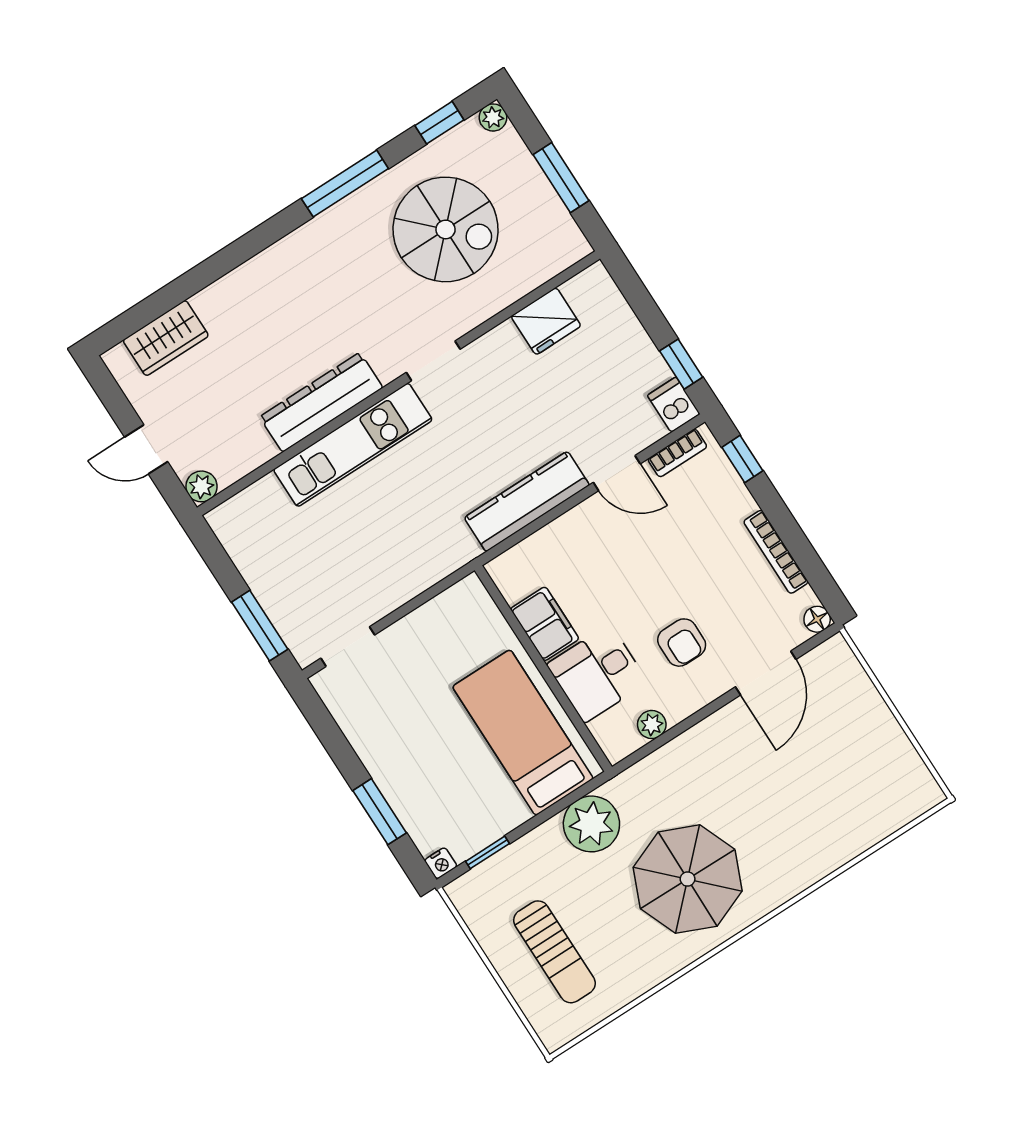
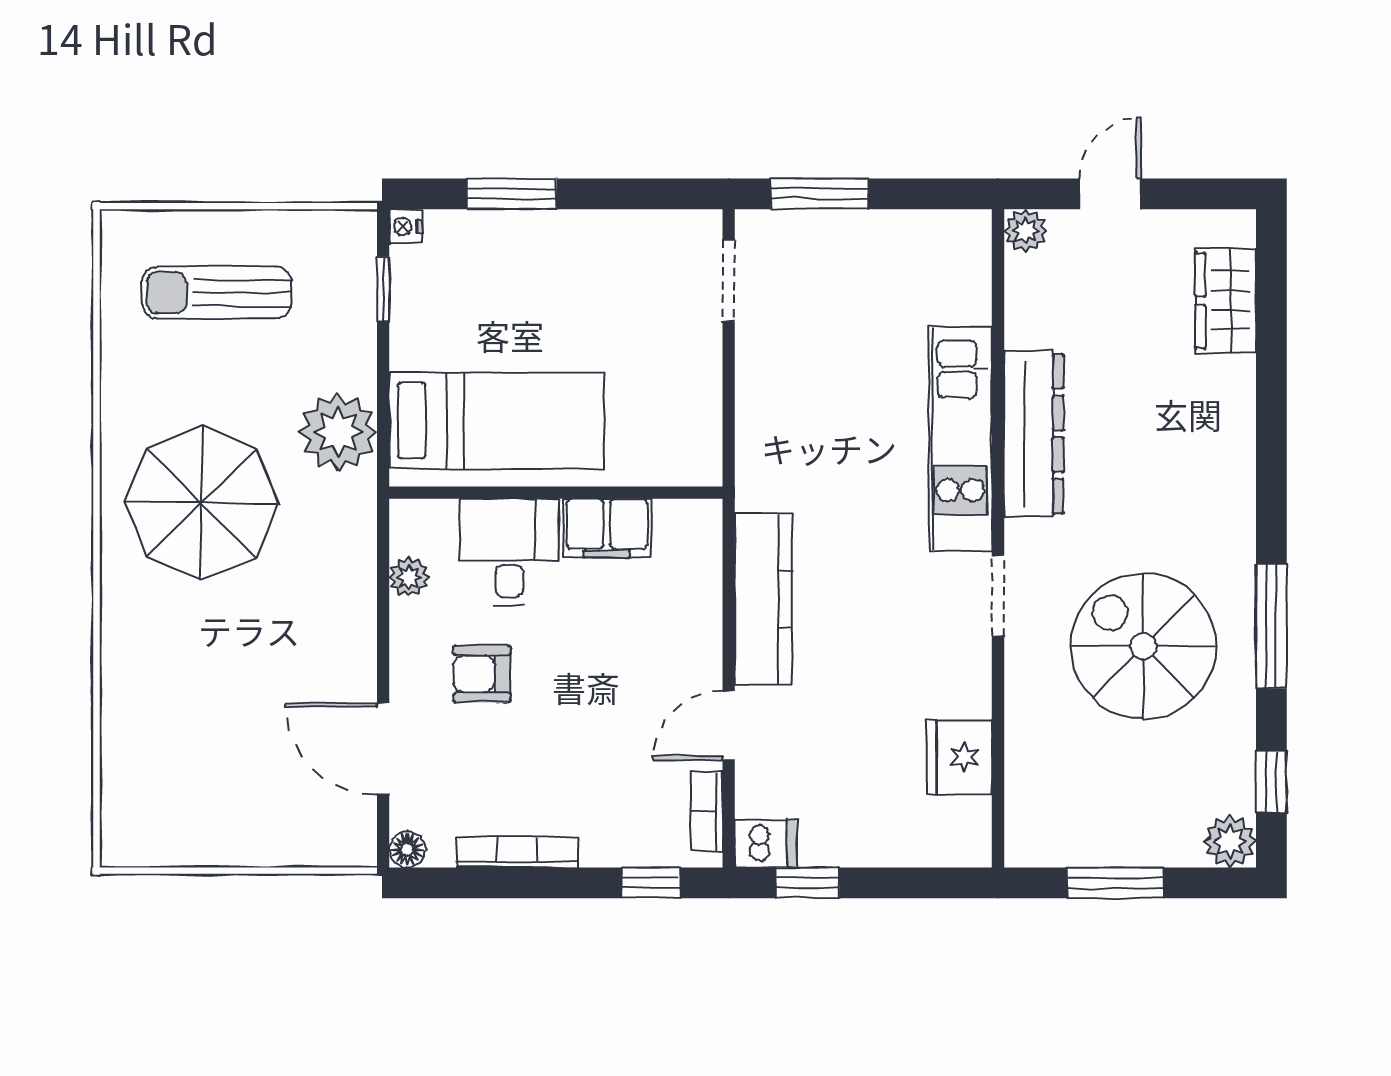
plant: (493, 117) -> (1230, 841), width x1.38, depth x1.38
spiral stairs: (446, 229) -> (1143, 646), moved, turned 90

